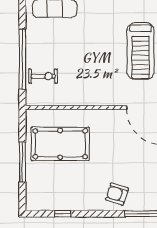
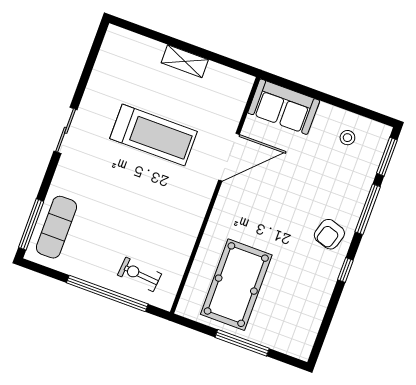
exercise bike: (43, 76) -> (140, 274), turned -85
window: (63, 214) -> (345, 270), moved

